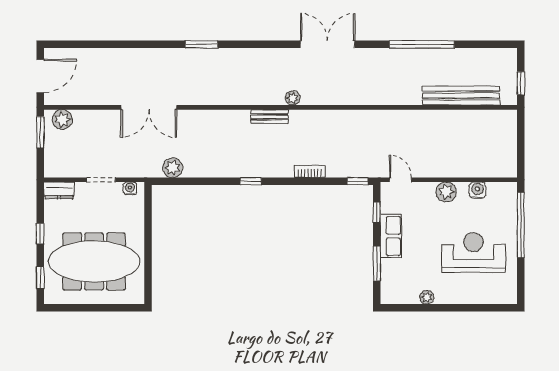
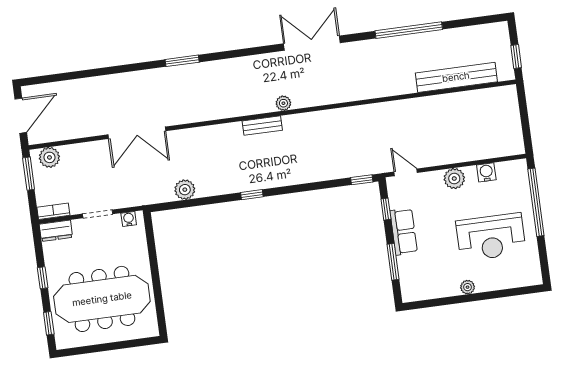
plant: (173, 168) -> (185, 190), moved
bookcase: (310, 171) -> (53, 211), moved
reception desk: (473, 253) -> (491, 237), turned 180
plant: (427, 297) -> (468, 287), moved

